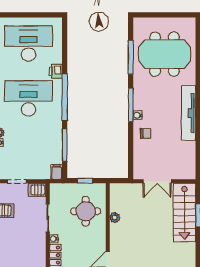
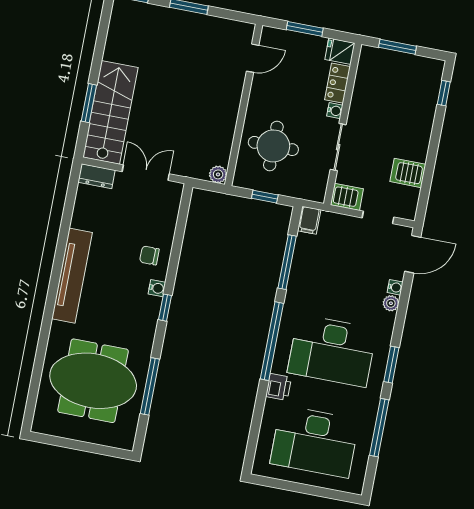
window: (131, 105) -> (165, 308), width x0.46
dresser: (185, 174) -> (97, 176), added
plant: (115, 218) -> (218, 174), moved

